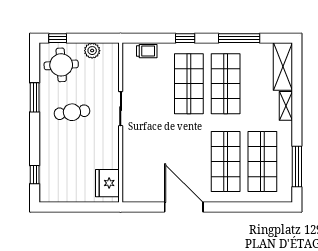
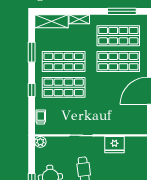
window: (239, 38) -> (32, 52), width x0.69
plant: (92, 51) -> (40, 142), moved
fridge: (107, 183) -> (114, 145), moved

